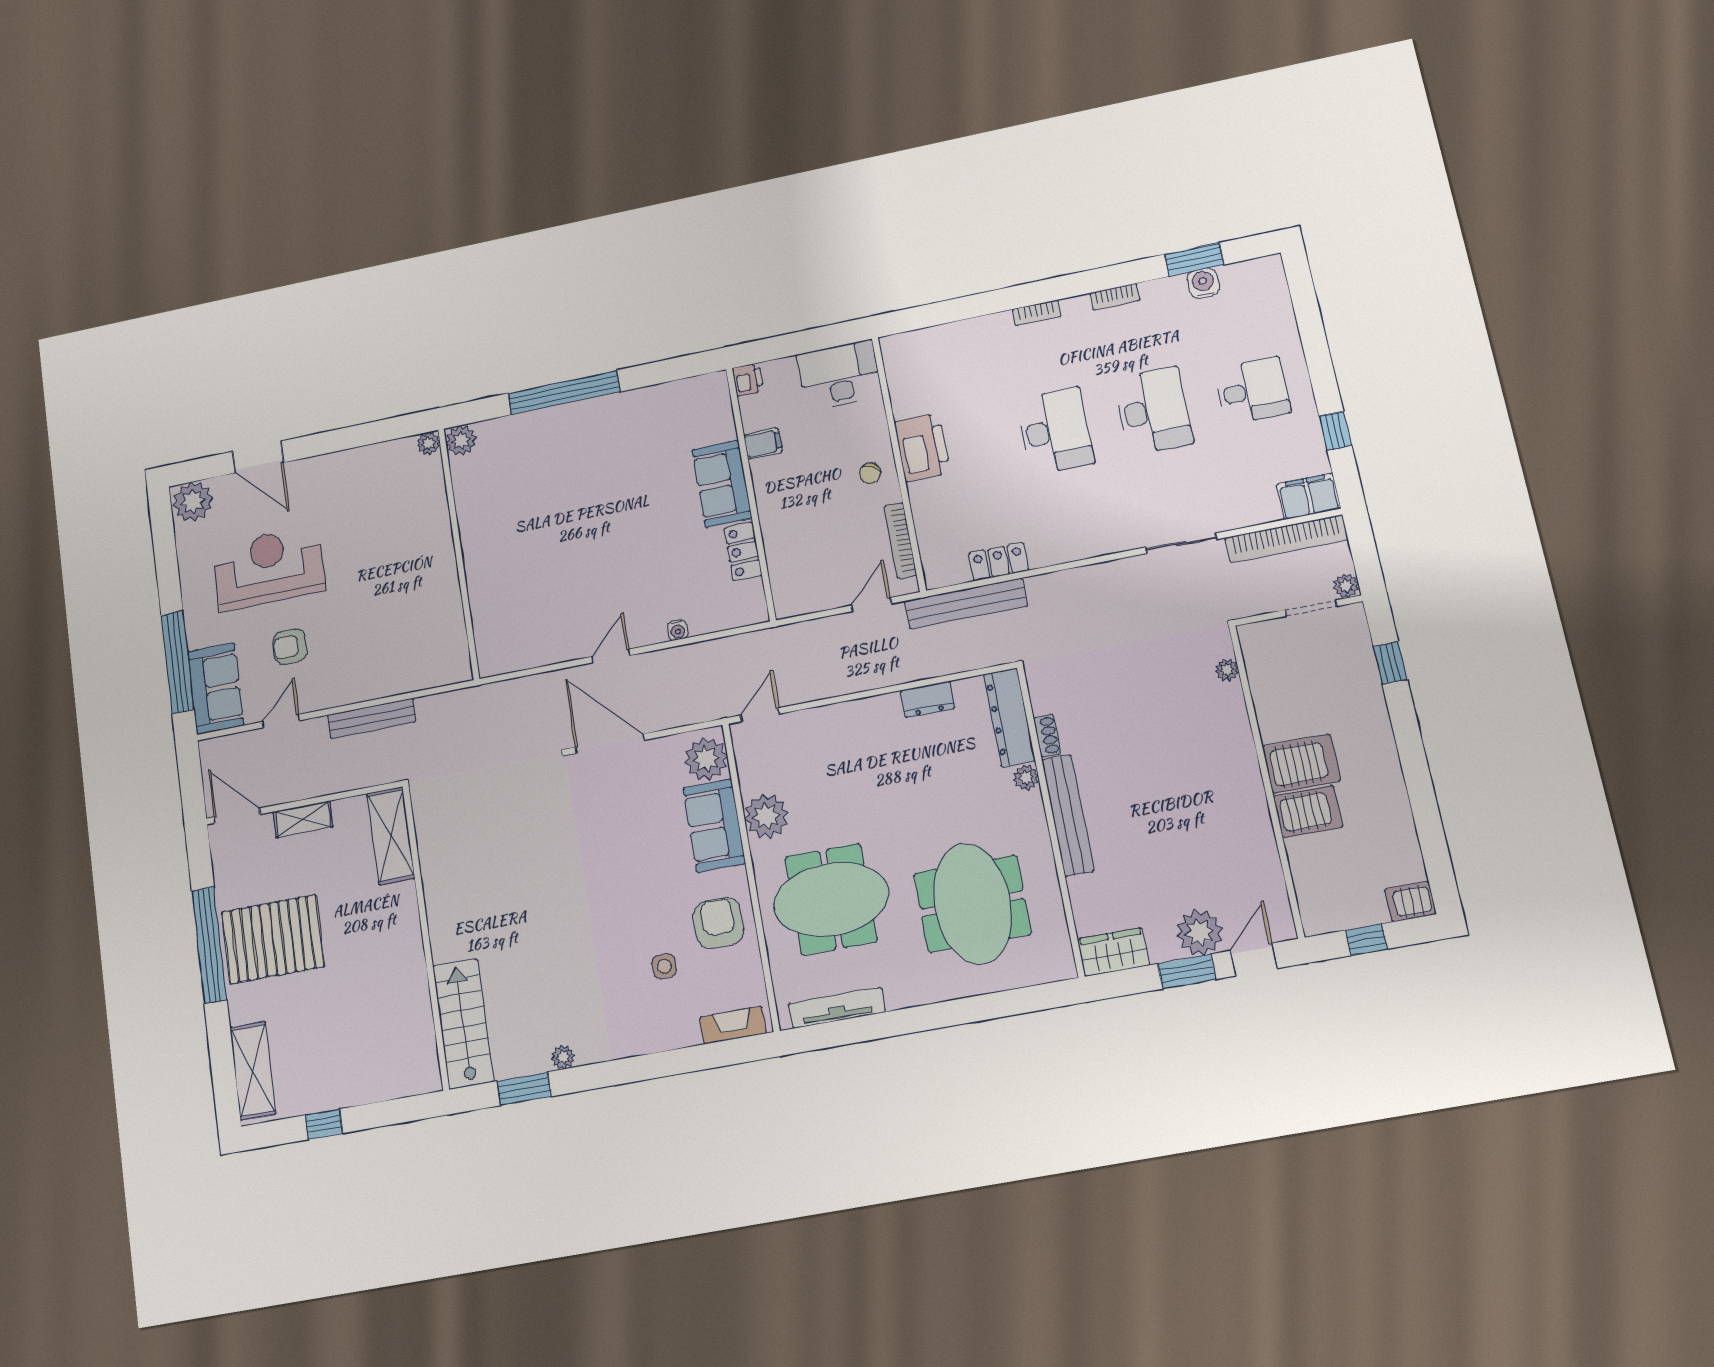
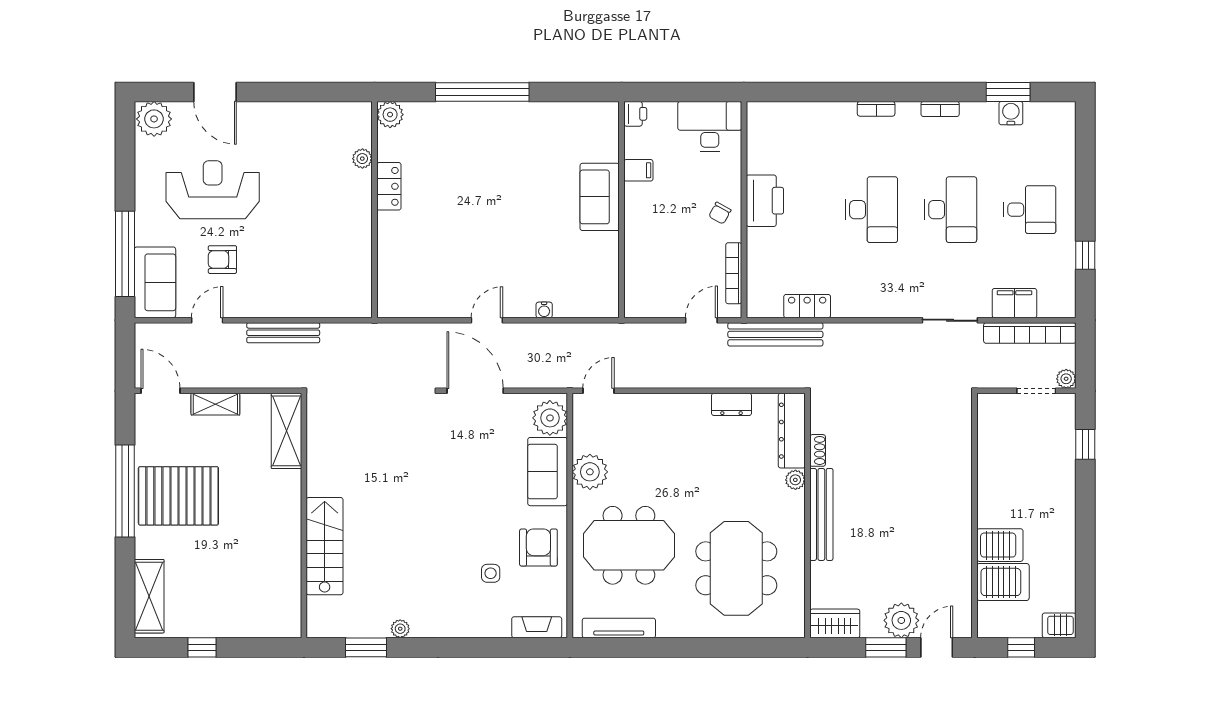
plant: (428, 443) -> (362, 159), moved
filing cabinet: (1308, 496) -> (1014, 303), moved
locker: (743, 552) -> (389, 186), moved, turned 180
plant: (1227, 670) -> (963, 426), removed
server rack: (1301, 764) -> (1003, 582), moved
stairs: (463, 1024) -> (325, 546), moved

